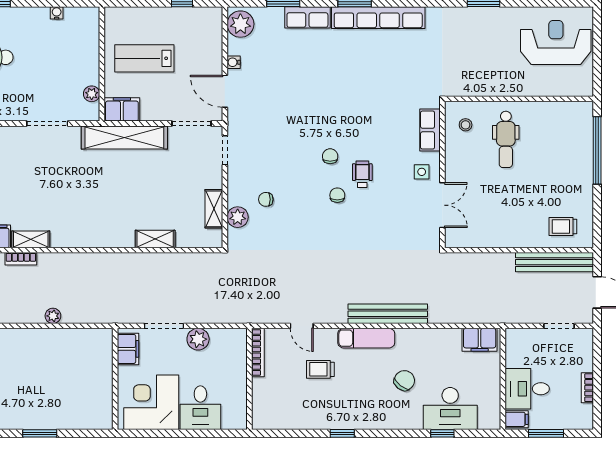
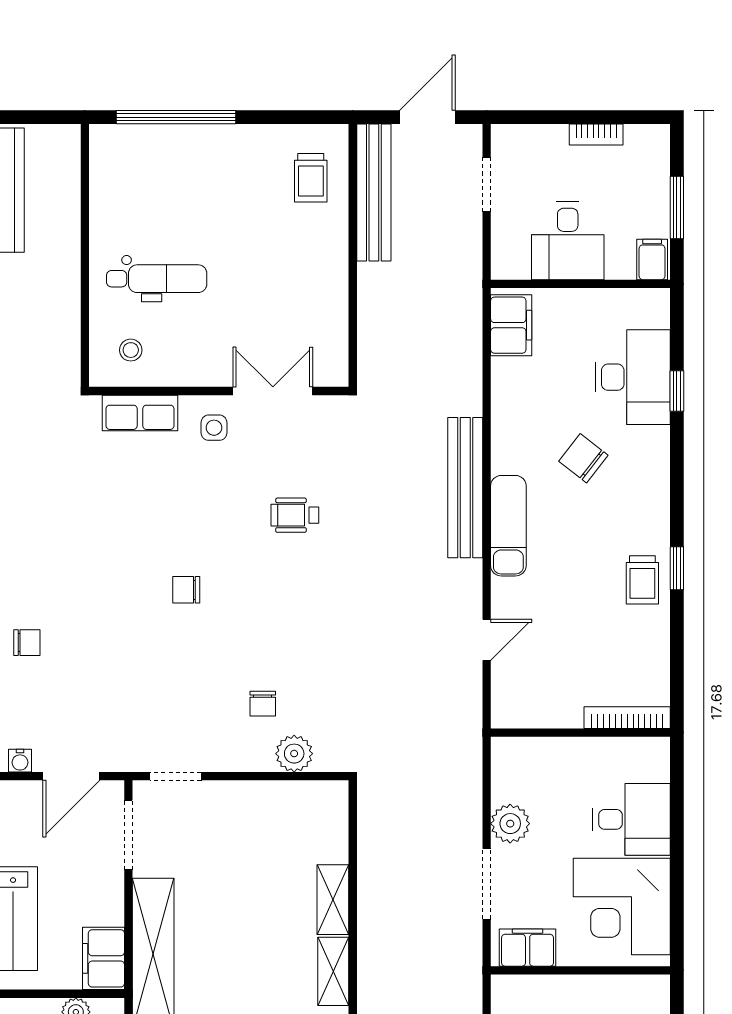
wheelchair: (362, 174) -> (295, 515), moved
chair: (337, 195) -> (27, 643), moved, turned 180
shelving: (214, 209) -> (333, 971), moved, turned 90
bookcase: (258, 352) -> (627, 718), moved
trolley: (320, 369) -> (642, 580), moved
desk: (527, 389) -> (568, 241), moved

